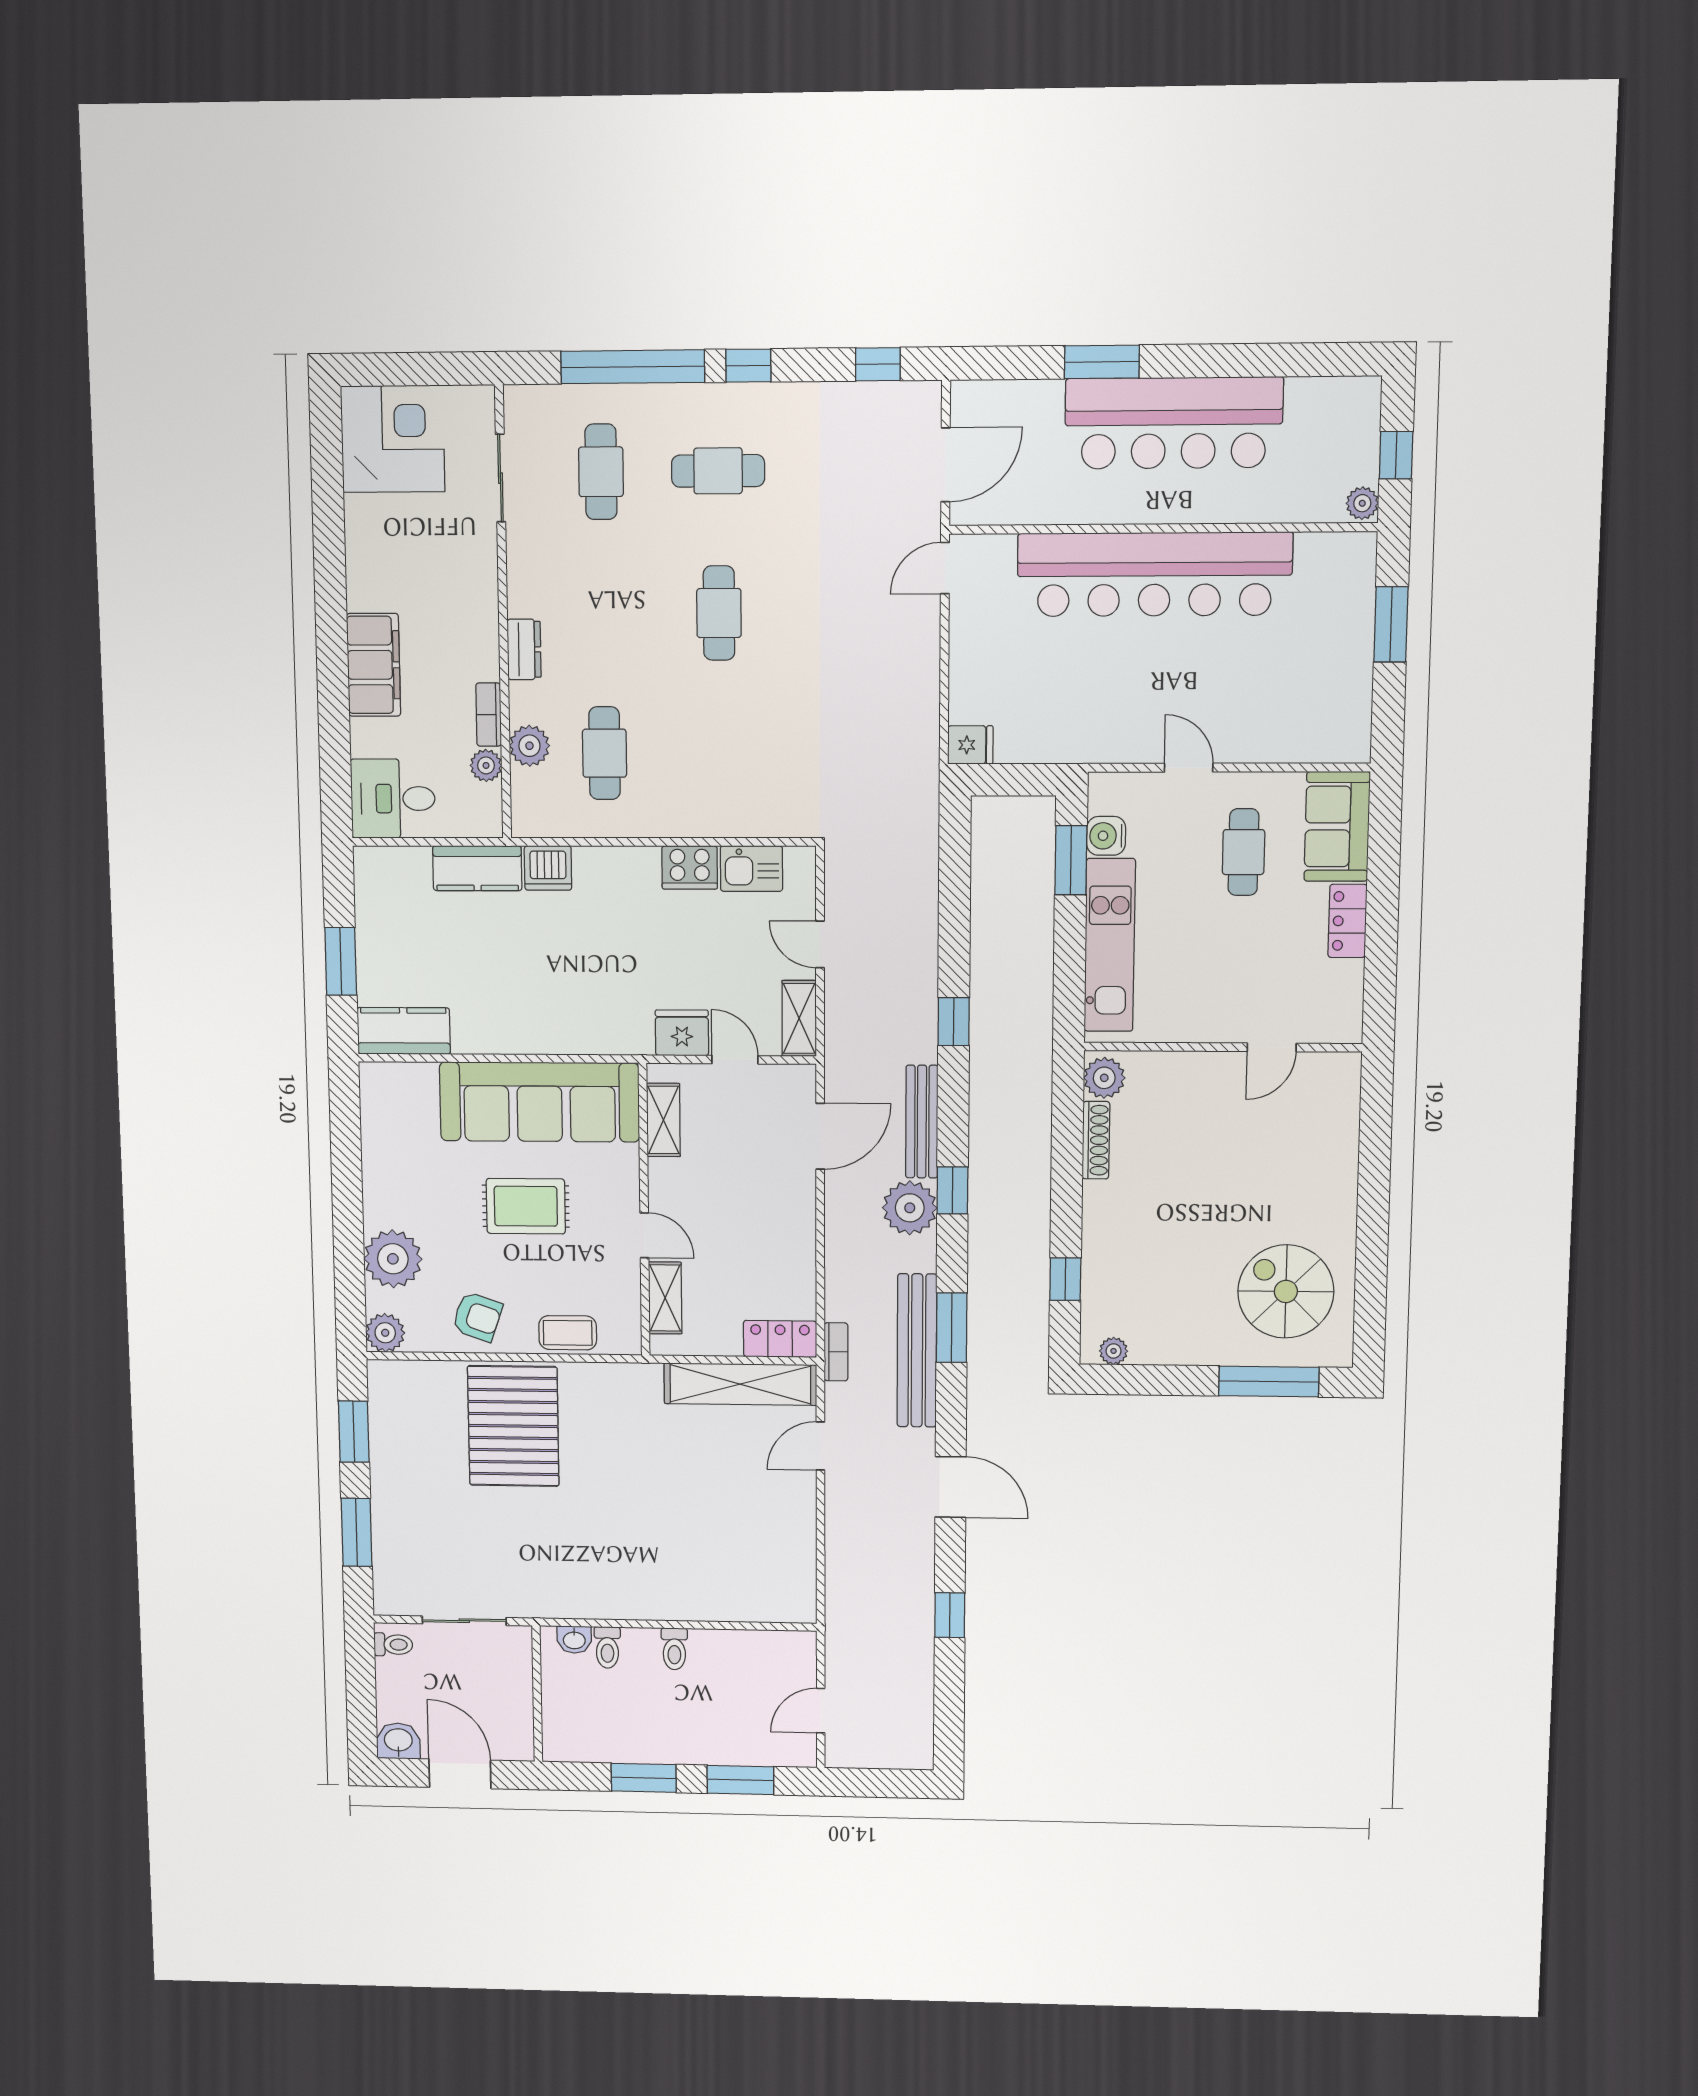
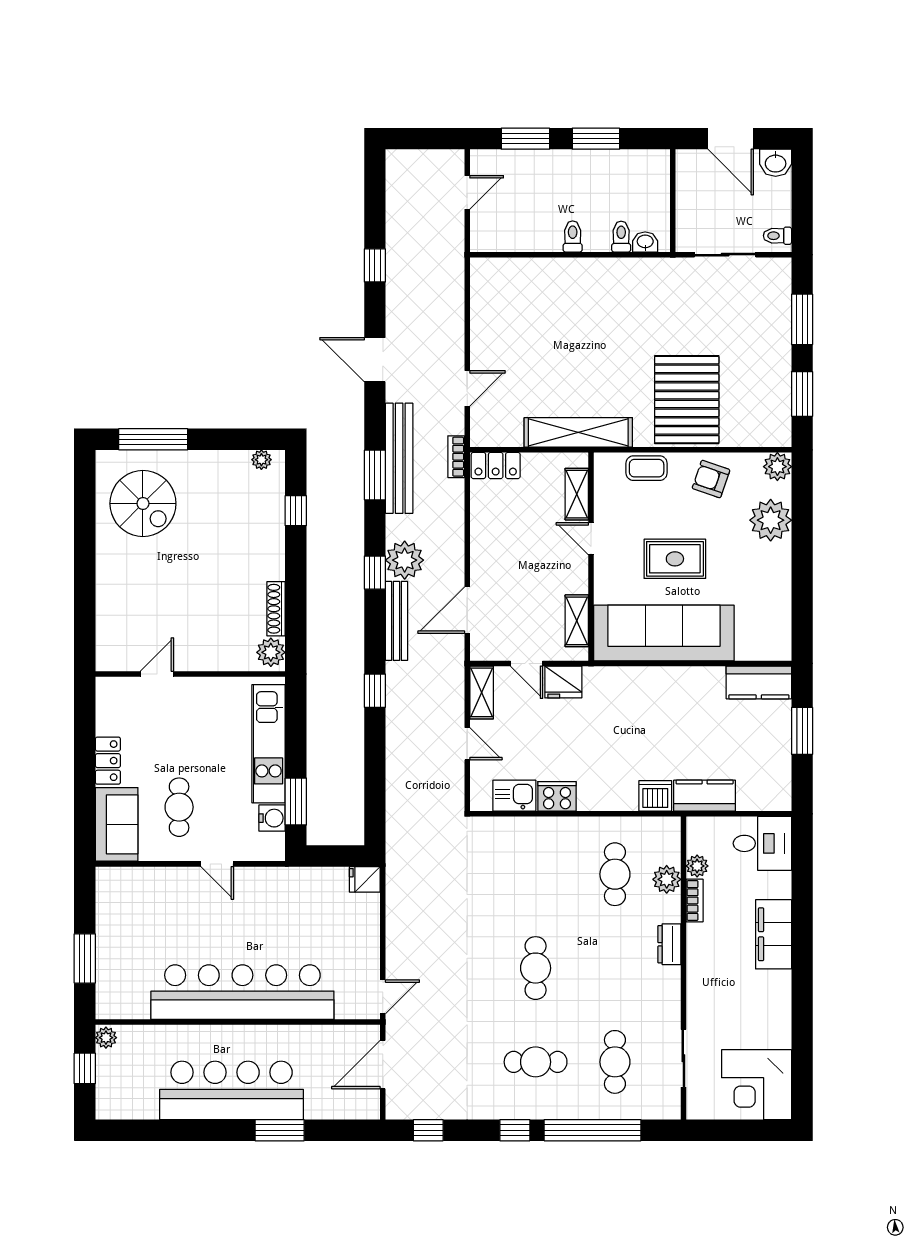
shelving: (740, 1384) -> (578, 432), moved

